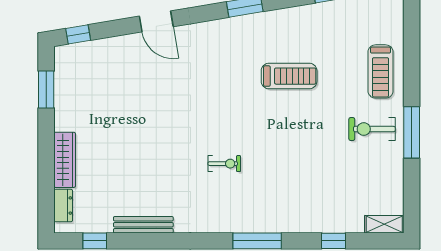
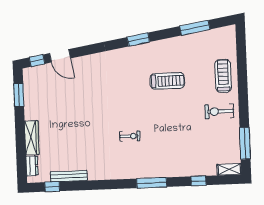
door: (156, 21) -> (60, 56), moved
treadmill: (381, 71) -> (223, 76), turned 180
window: (412, 132) -> (245, 143), moved
bench: (143, 225) -> (69, 176), moved

